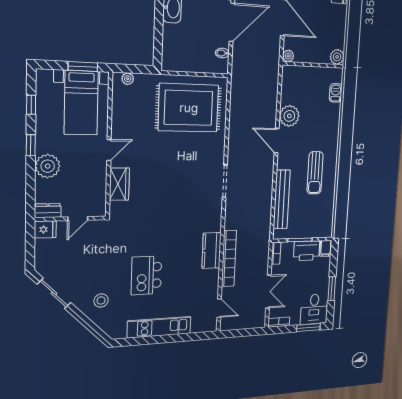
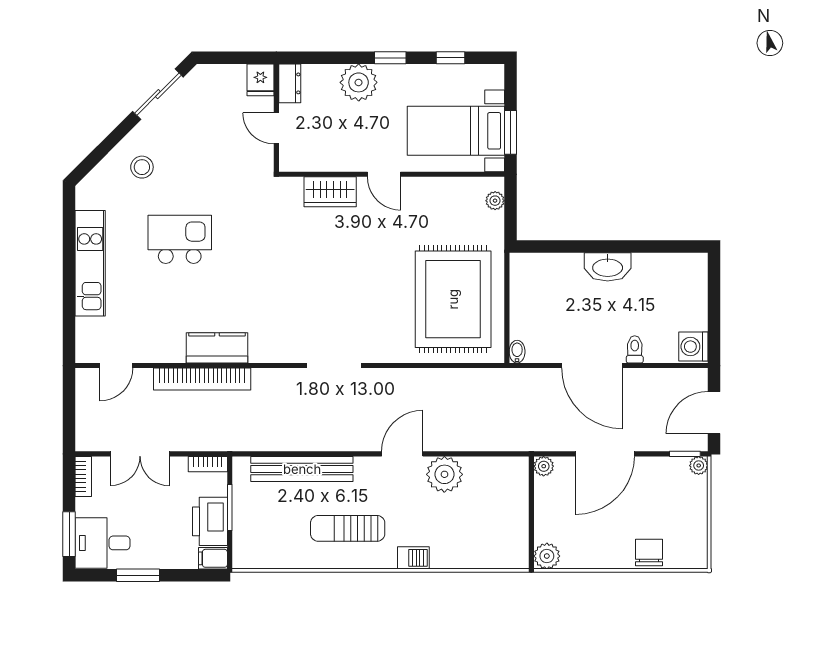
bidet: (222, 53) -> (517, 352), moved
barbecue: (336, 93) -> (413, 558), moved

